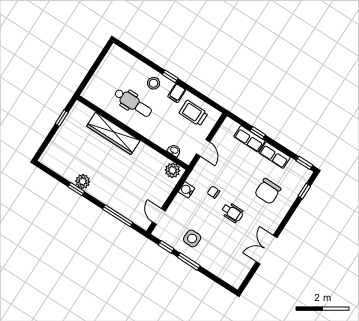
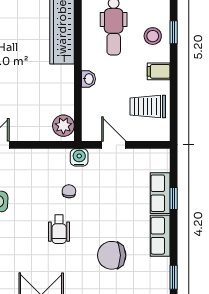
window: (170, 76) -> (174, 32), moved
trolley: (193, 113) -> (148, 107), turned -90
door: (203, 148) -> (114, 145), swing flipped
washbasin: (174, 150) -> (89, 79), moved
water cooler: (187, 190) -> (79, 157), moved

